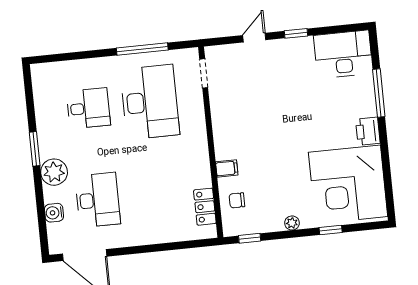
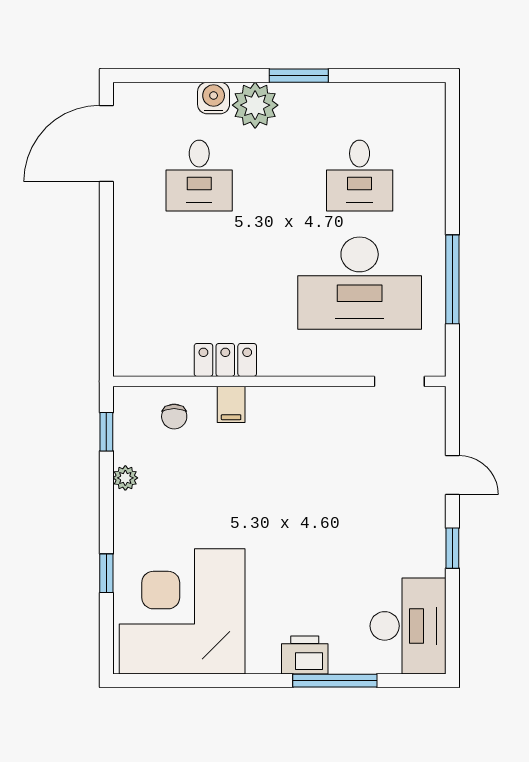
printer: (368, 131) -> (305, 655), moved
desk: (98, 200) -> (199, 176), width x0.73
chair: (237, 200) -> (174, 417), turned 180
locker: (205, 207) -> (225, 360), moved
water cooler: (54, 213) -> (214, 98), moved
plant: (292, 223) -> (125, 478), moved

